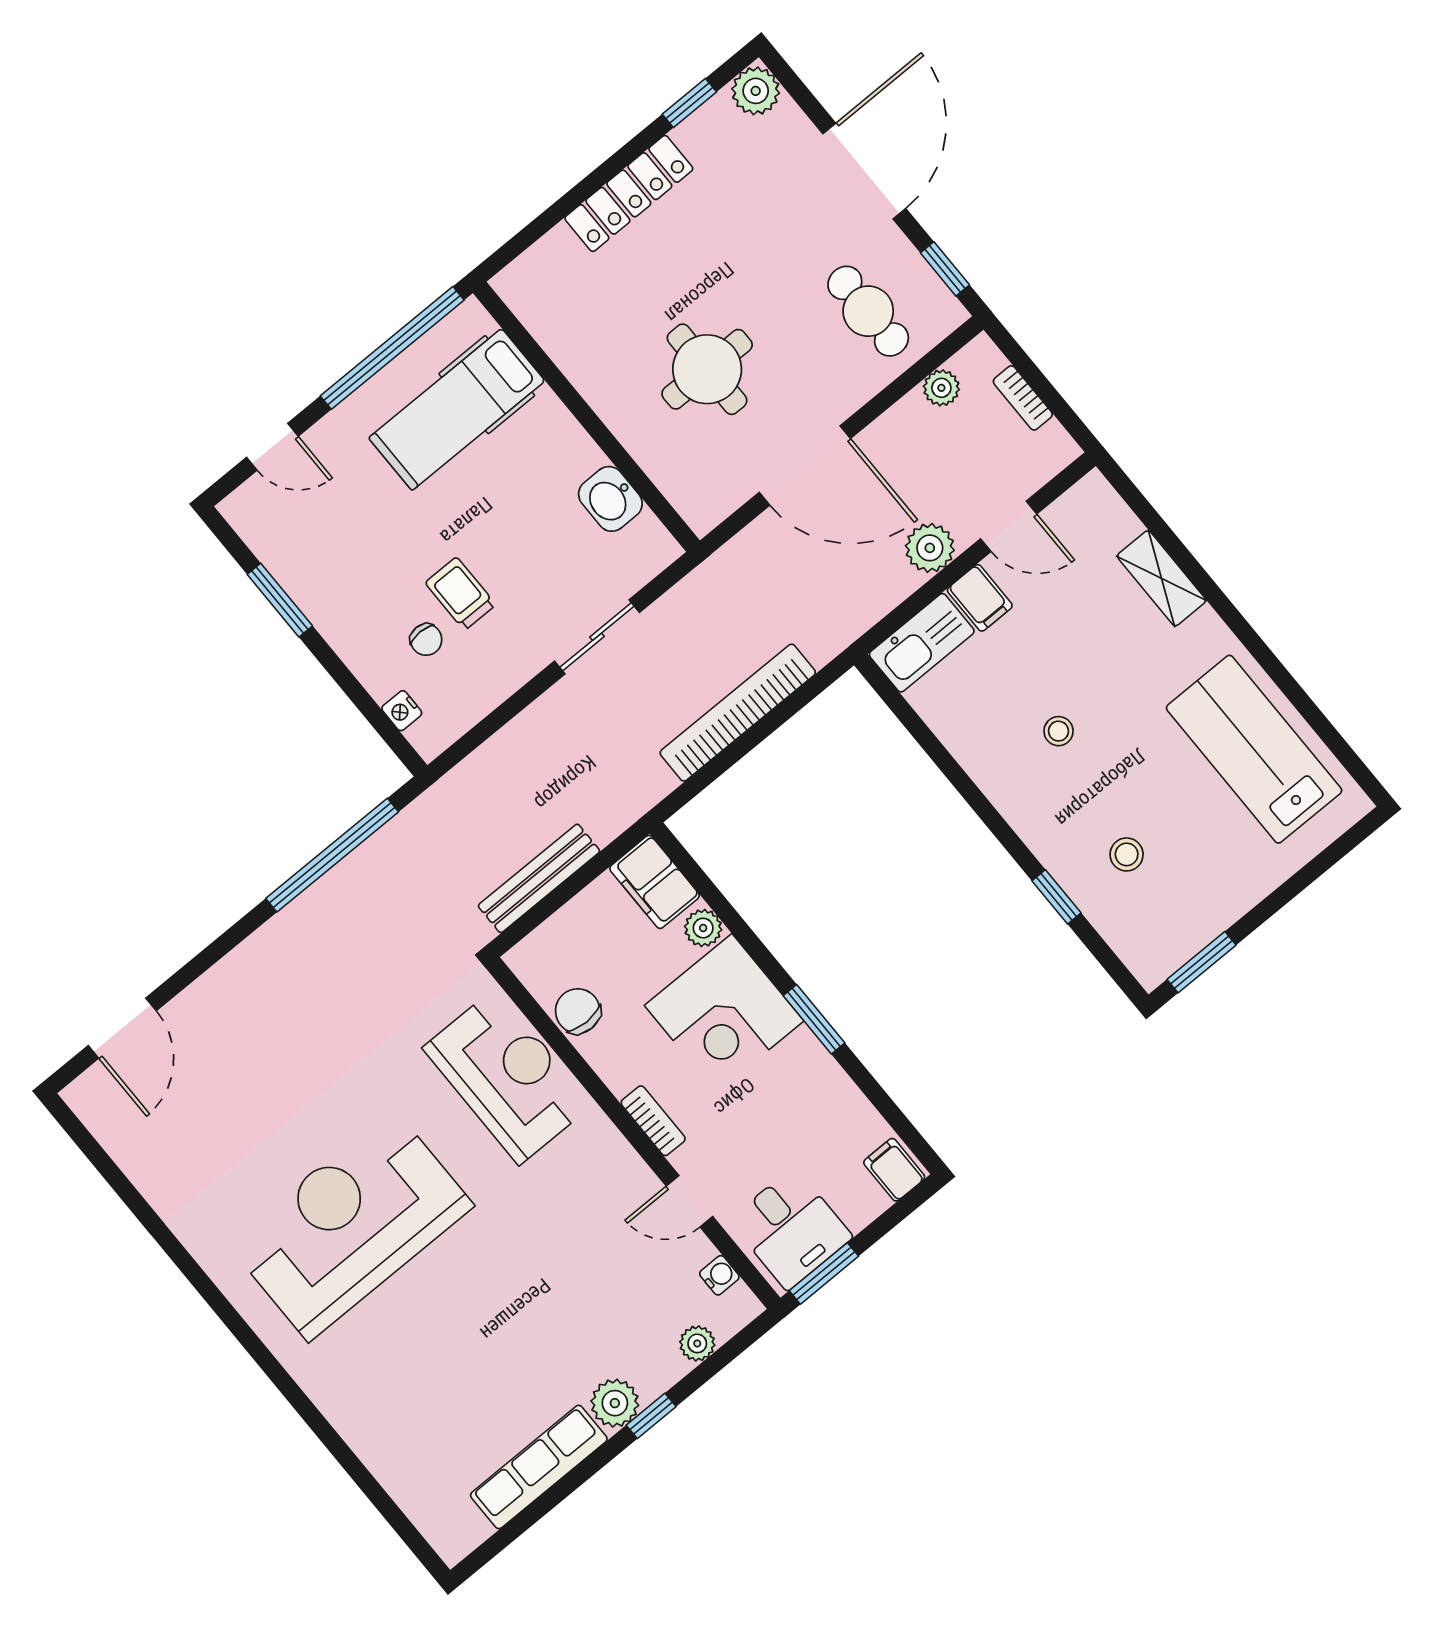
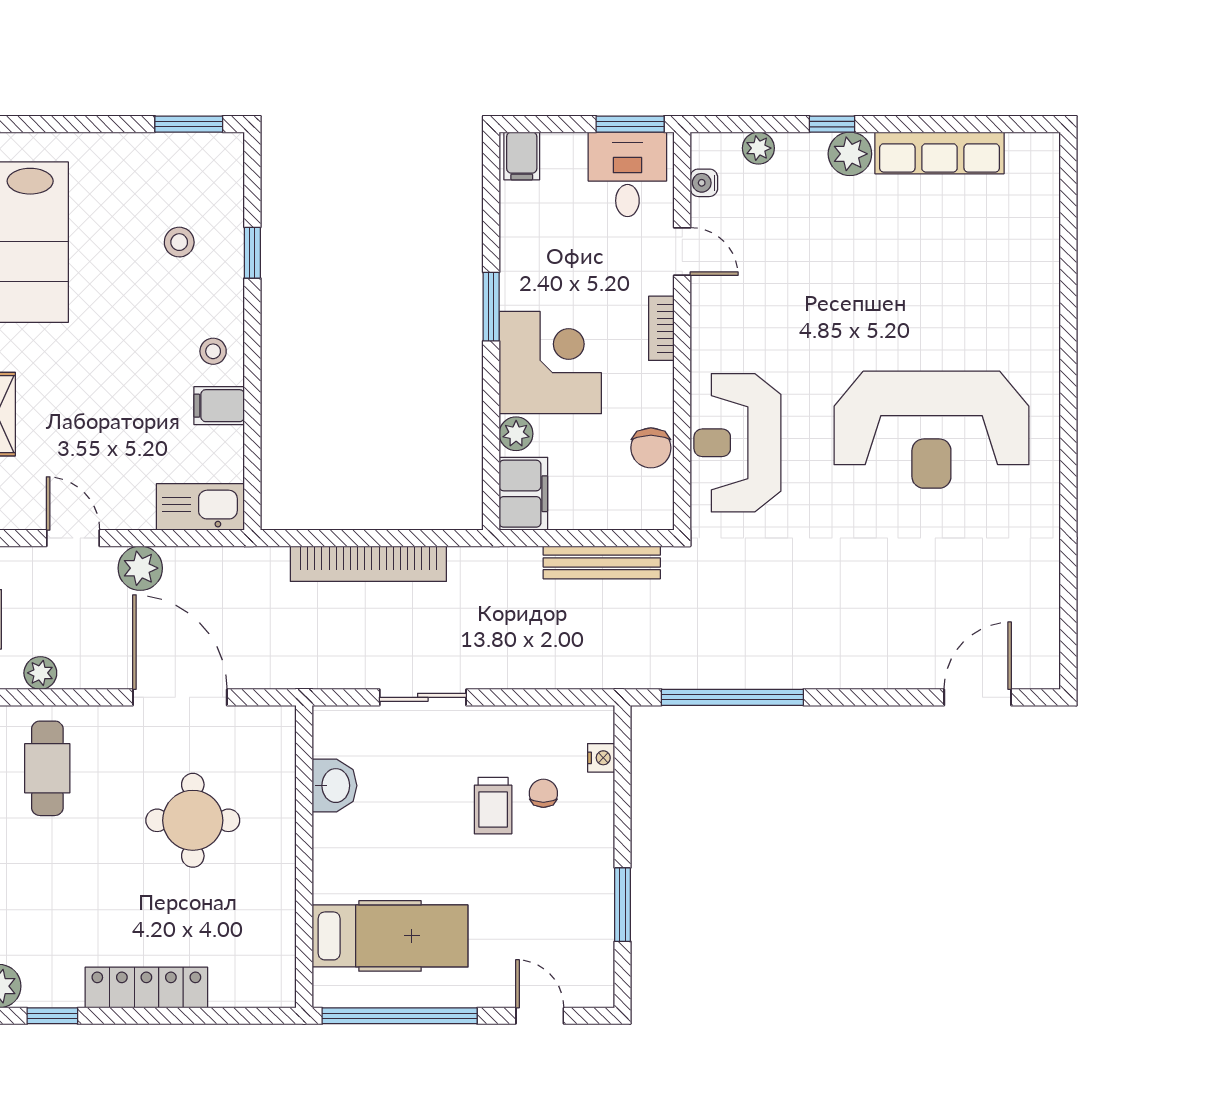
filing cabinet: (980, 598) -> (219, 406), moved, turned -90
stool: (1059, 731) -> (213, 351), moved

